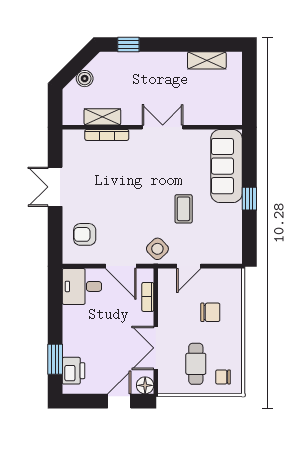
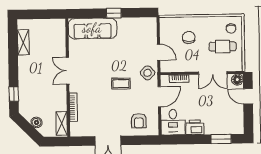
shelving: (102, 117) -> (62, 123), moved
coffee table: (184, 209) -> (121, 84), moved
printer: (73, 371) -> (195, 127), moved

